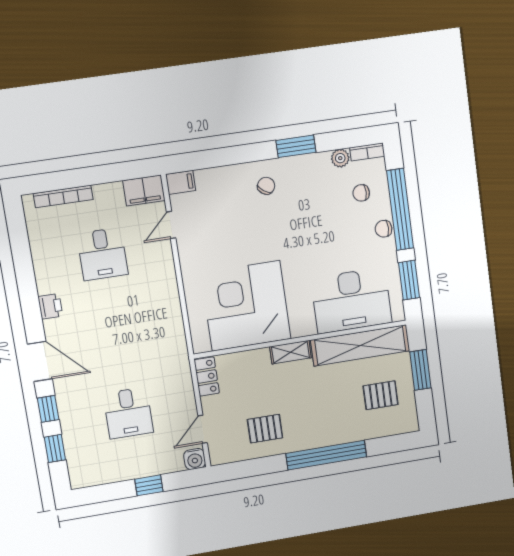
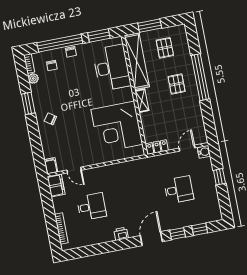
door: (203, 429) -> (187, 148), swing flipped
pallet: (265, 429) -> (177, 84), moved

